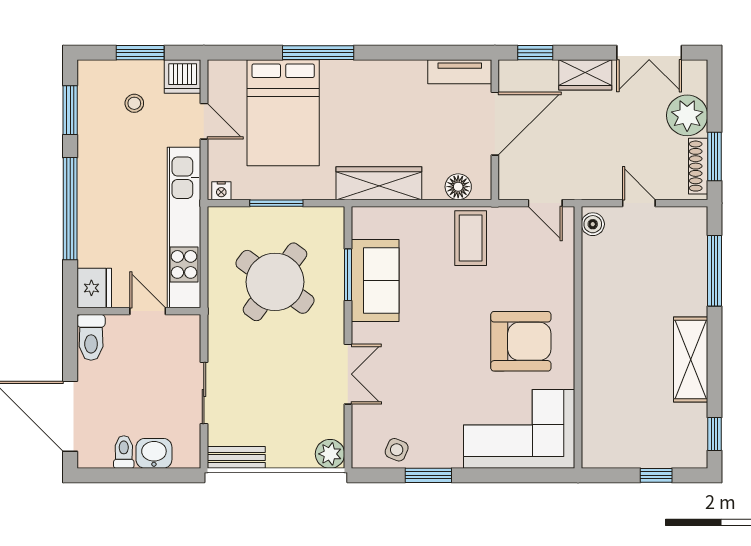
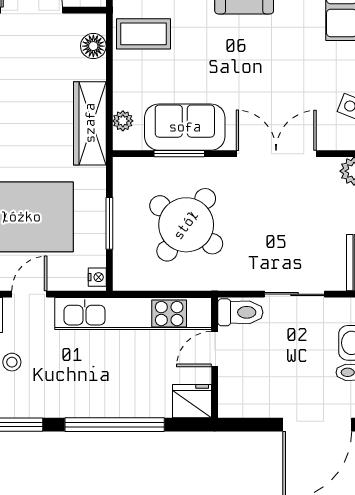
plant: (381, 217) -> (123, 121), added
toilet: (91, 337) -> (240, 312), moved
double door: (348, 374) -> (276, 154), width x1.37

